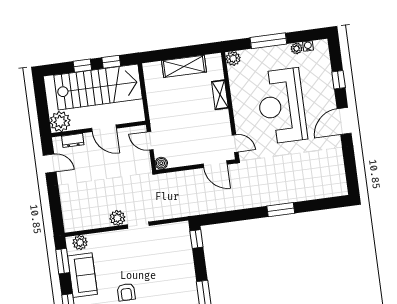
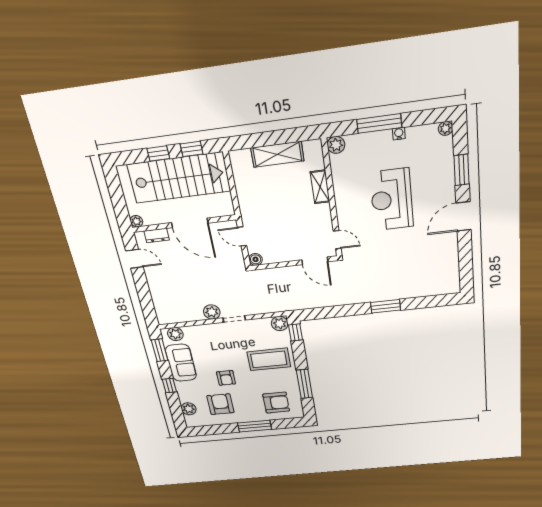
water cooler: (308, 46) -> (399, 134), moved
plant: (296, 48) -> (446, 128), moved
window: (339, 80) -> (461, 170), width x1.50
reception desk: (281, 106) -> (392, 200), width x0.74, depth x0.77
plant: (60, 122) -> (136, 221), width x0.53, depth x0.53
door: (104, 128) -> (190, 223), width x1.36
plant: (182, 229) -> (280, 323), added
coffee table: (170, 270) -> (269, 359), added

